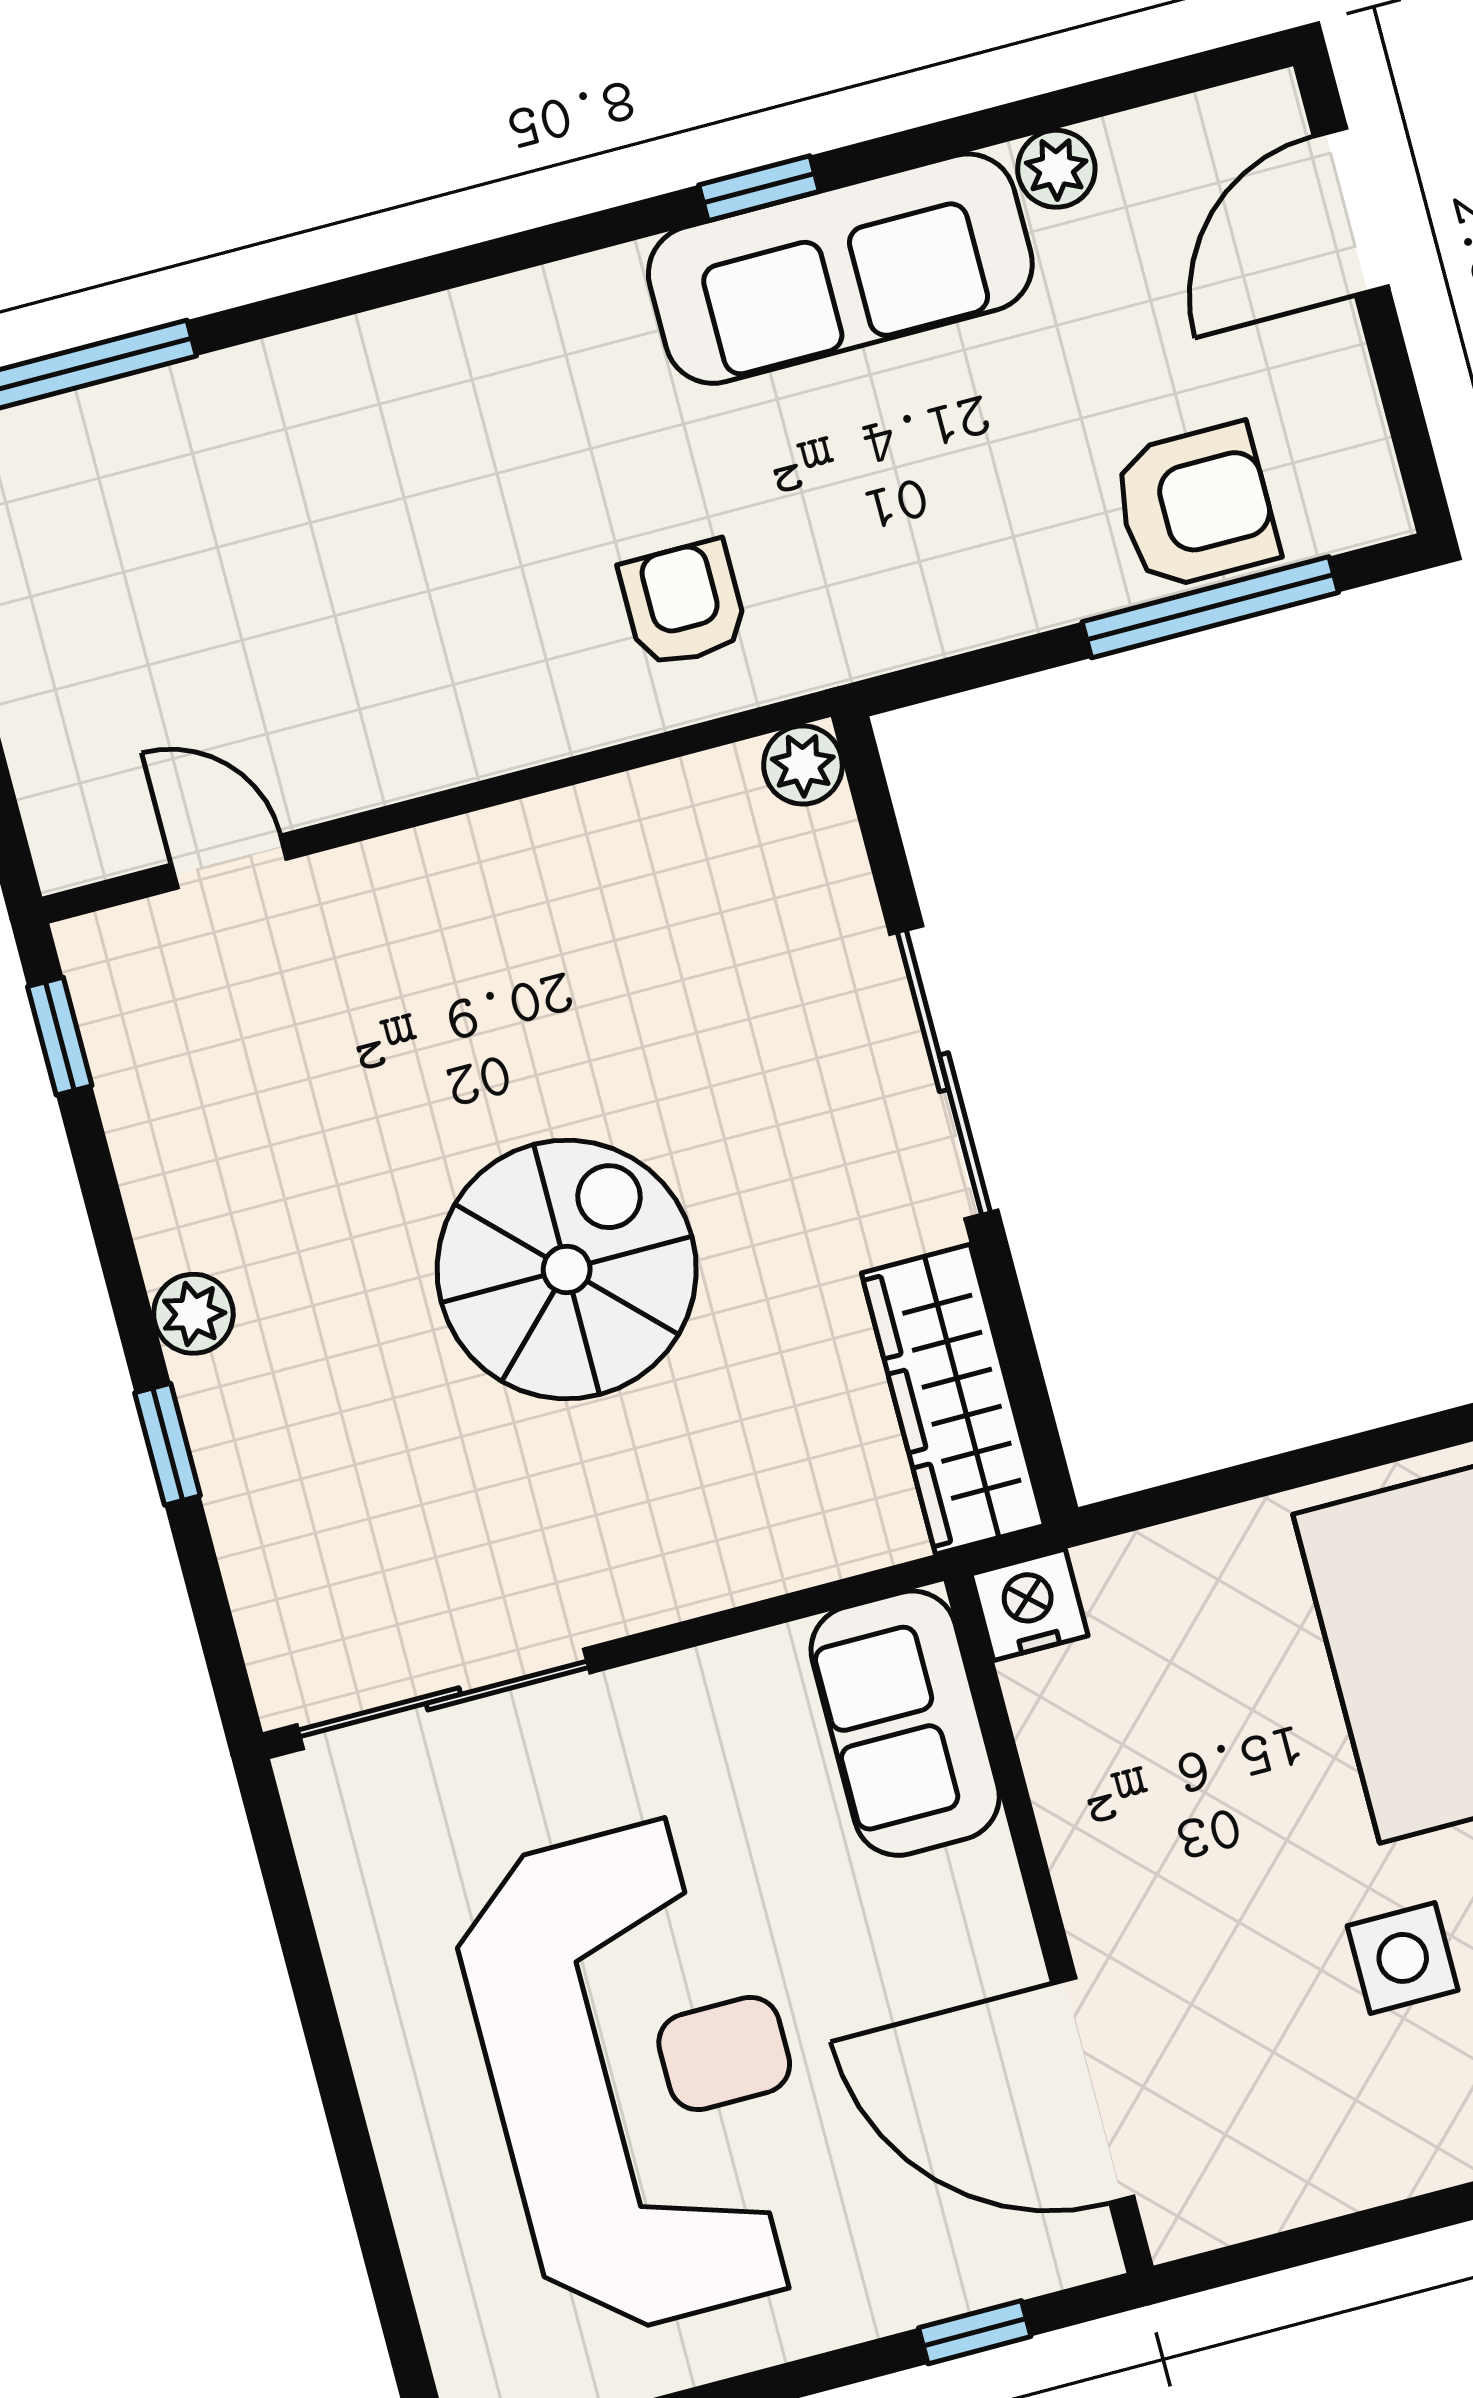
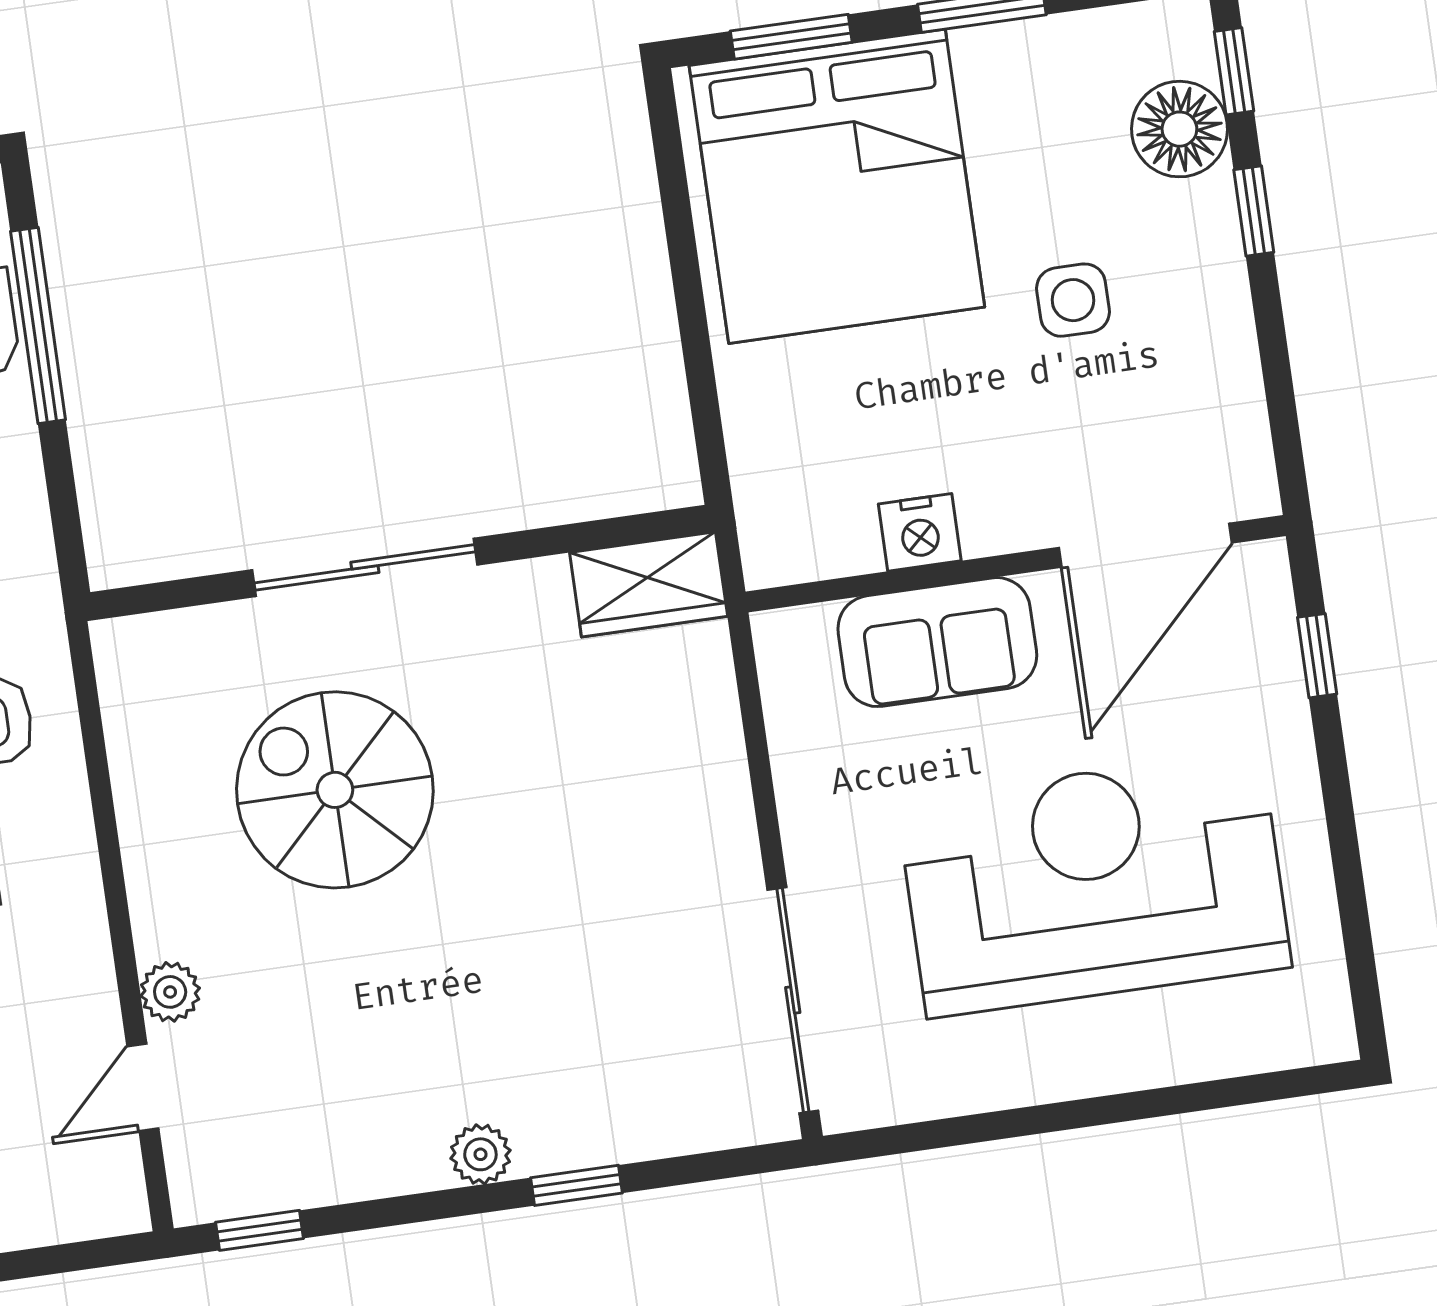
plant: (803, 765) -> (170, 992), moved
spiral stairs: (567, 1269) -> (335, 790), moved
wardrobe: (953, 1399) -> (649, 584), width x0.67
nightstand: (1029, 1605) -> (920, 532), moved, turned -90
sofa: (905, 1723) -> (937, 642), moved

